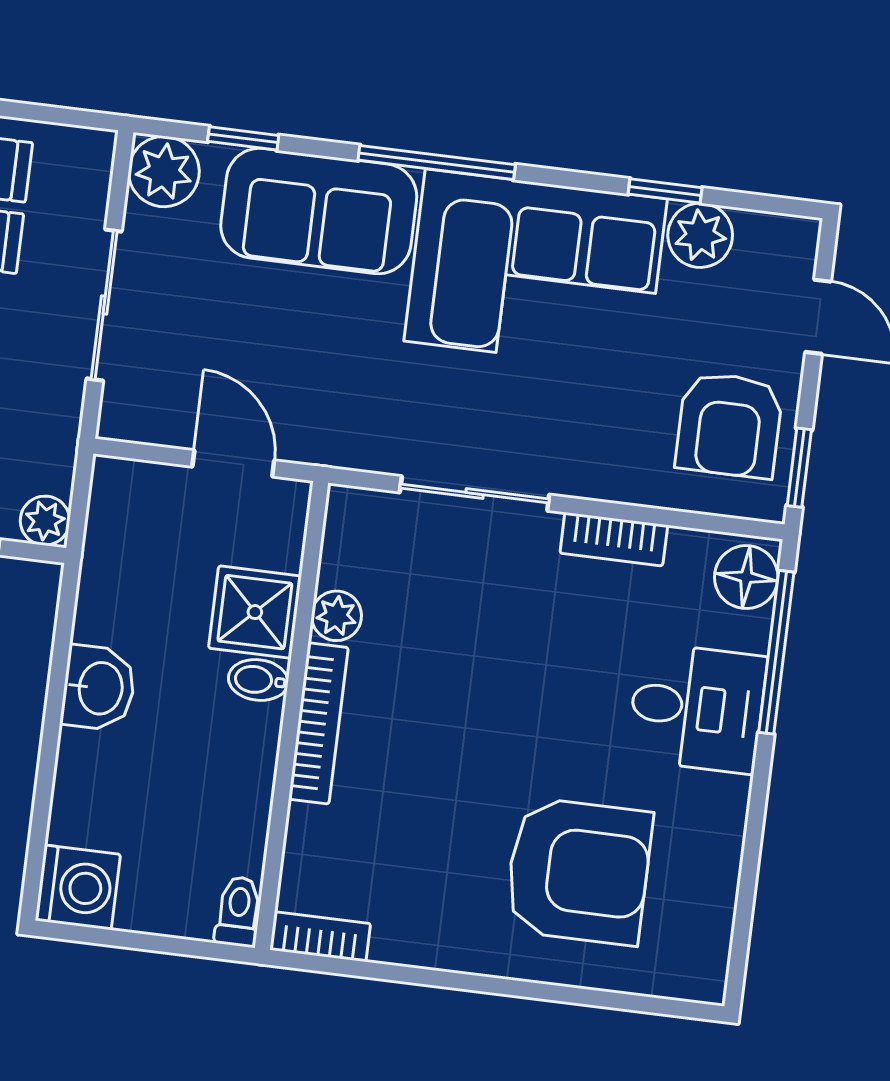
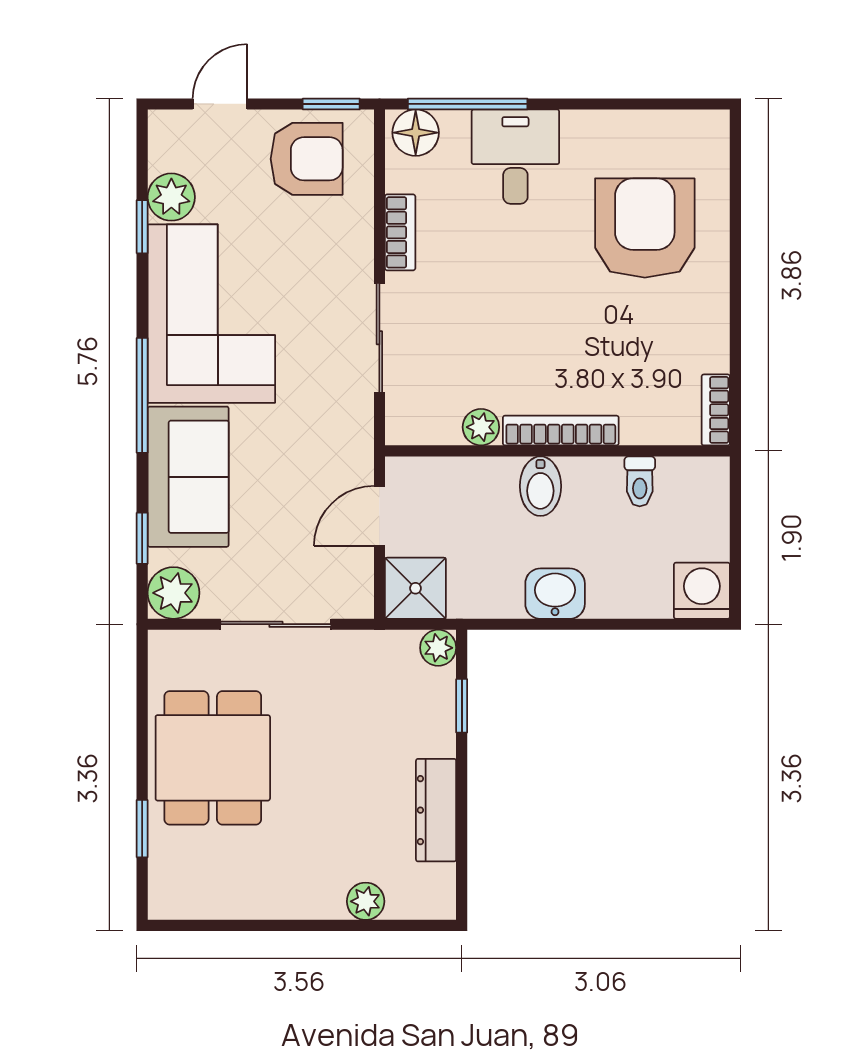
shower: (255, 612) -> (415, 588), moved
bidet: (258, 680) -> (540, 486), width x1.38, depth x1.36
toilet: (238, 911) -> (640, 481), moved, turned -90

